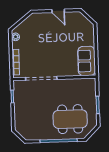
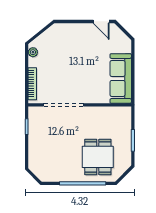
door: (58, 11) -> (101, 21), moved
sofa: (87, 61) -> (121, 78), width x1.36
dining table: (70, 119) -> (98, 157), width x0.73

